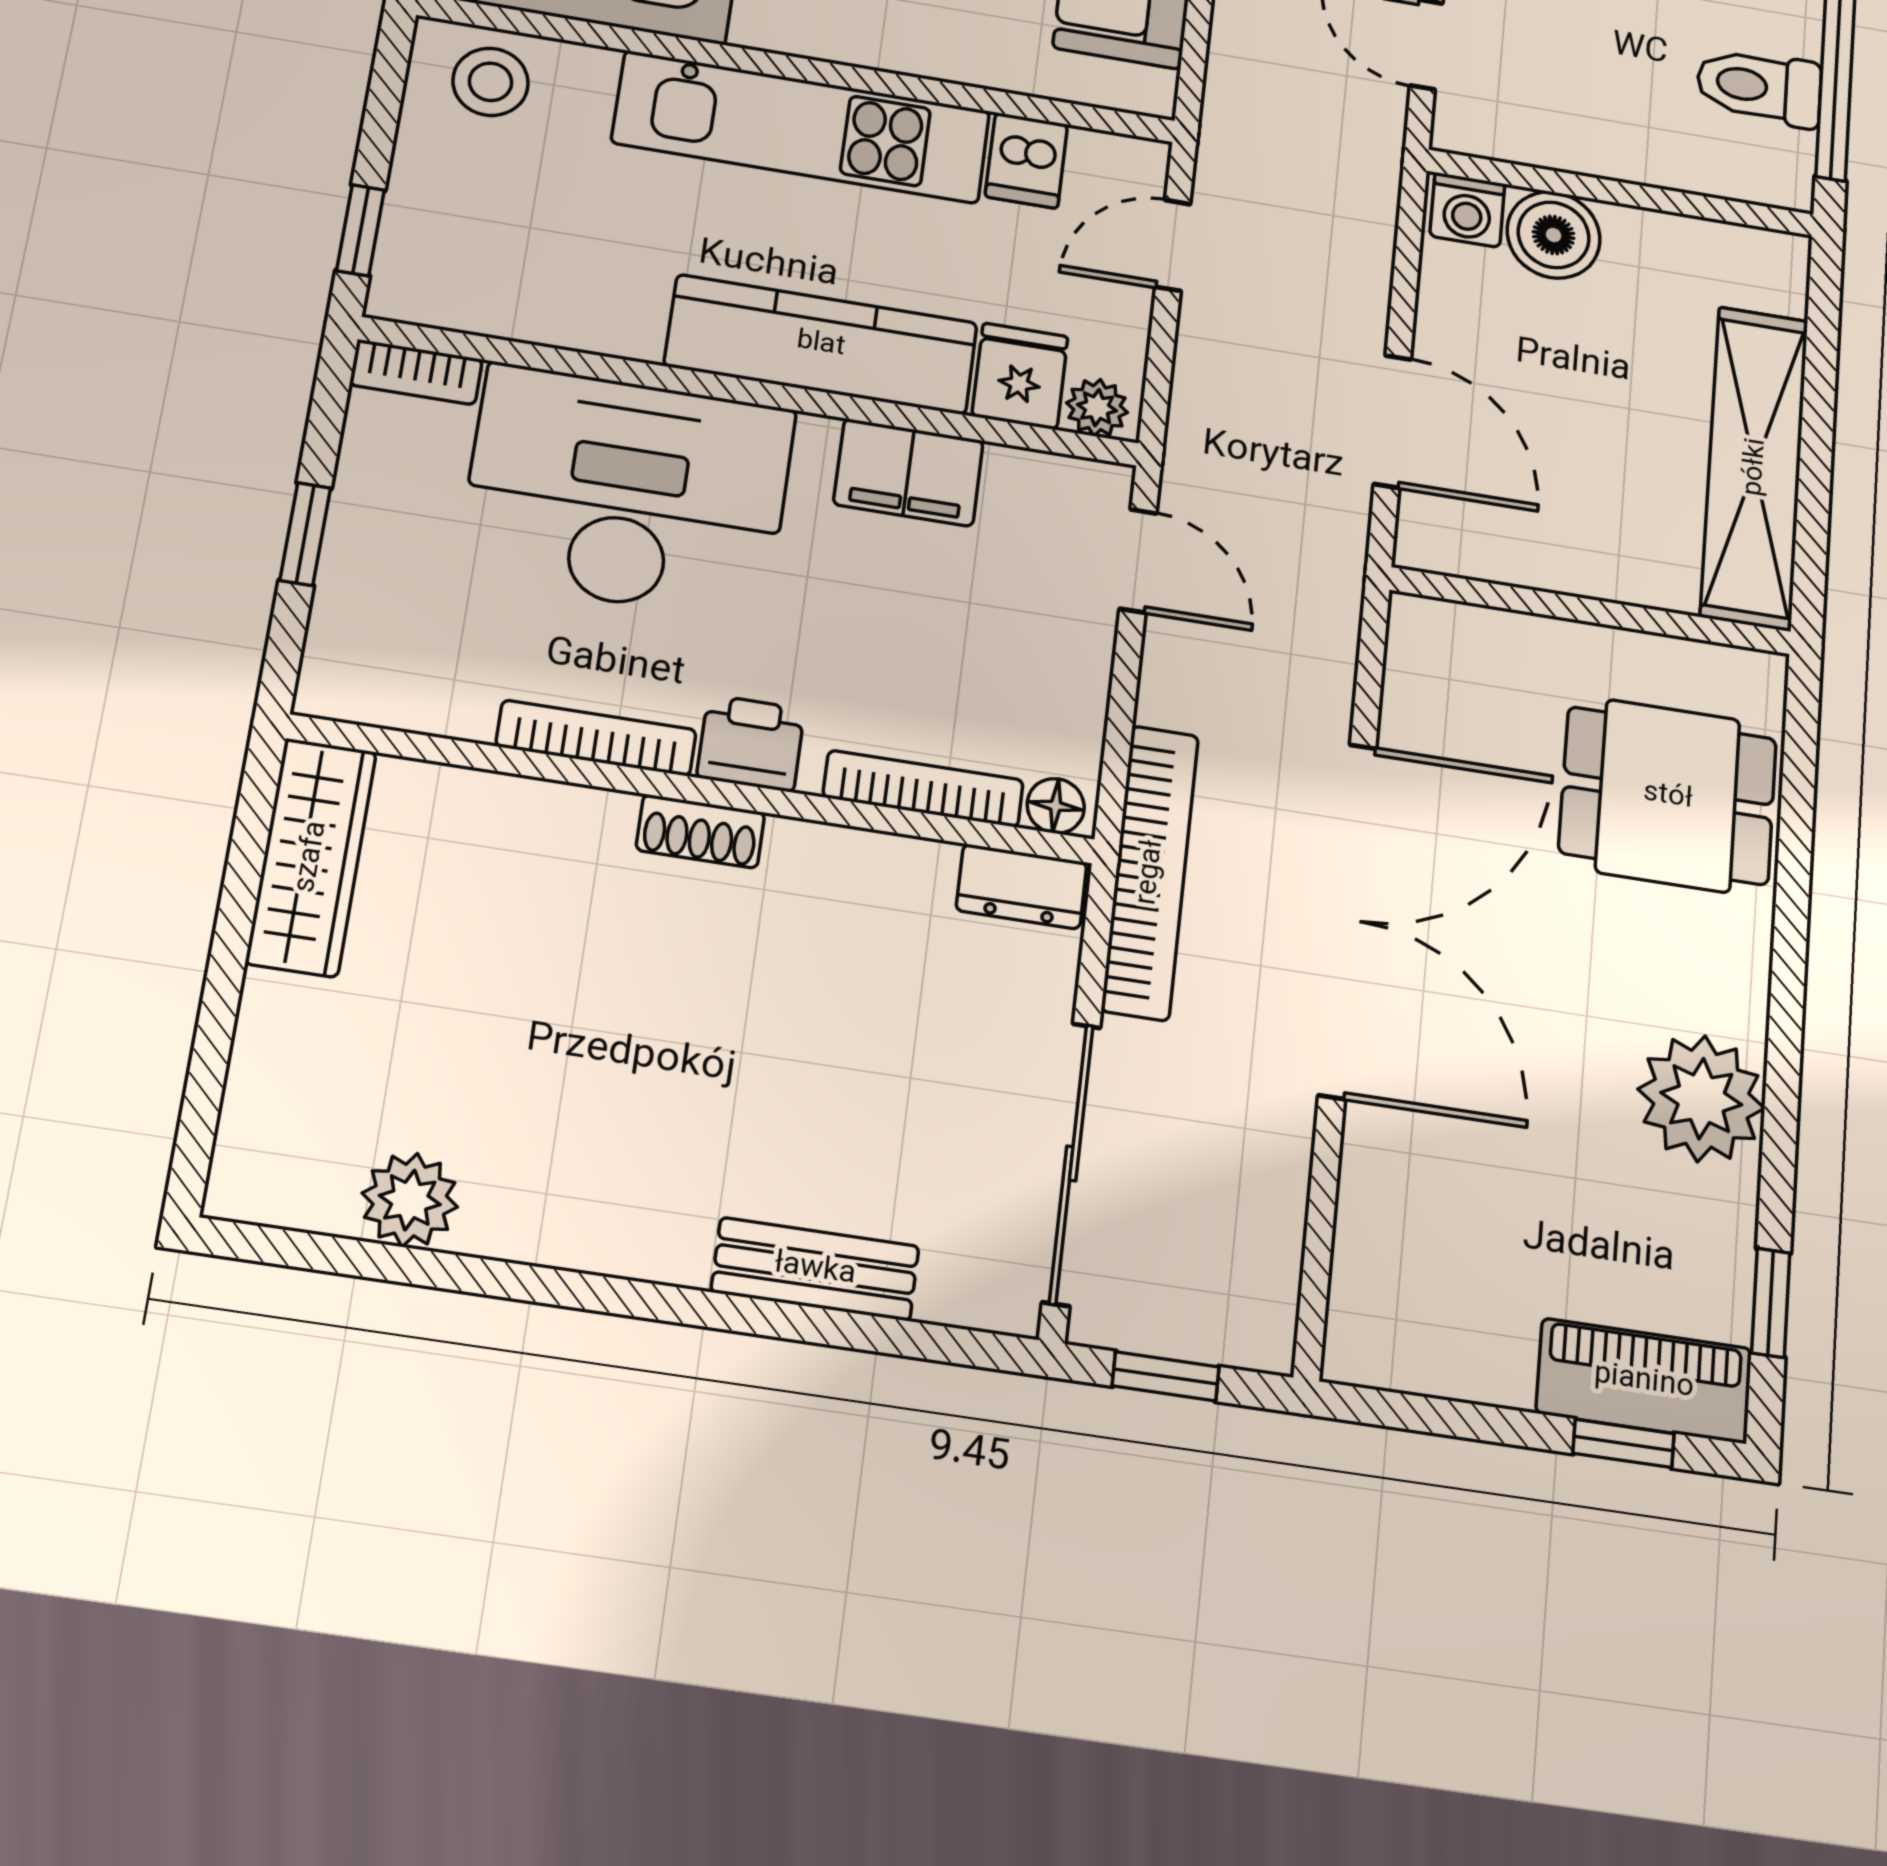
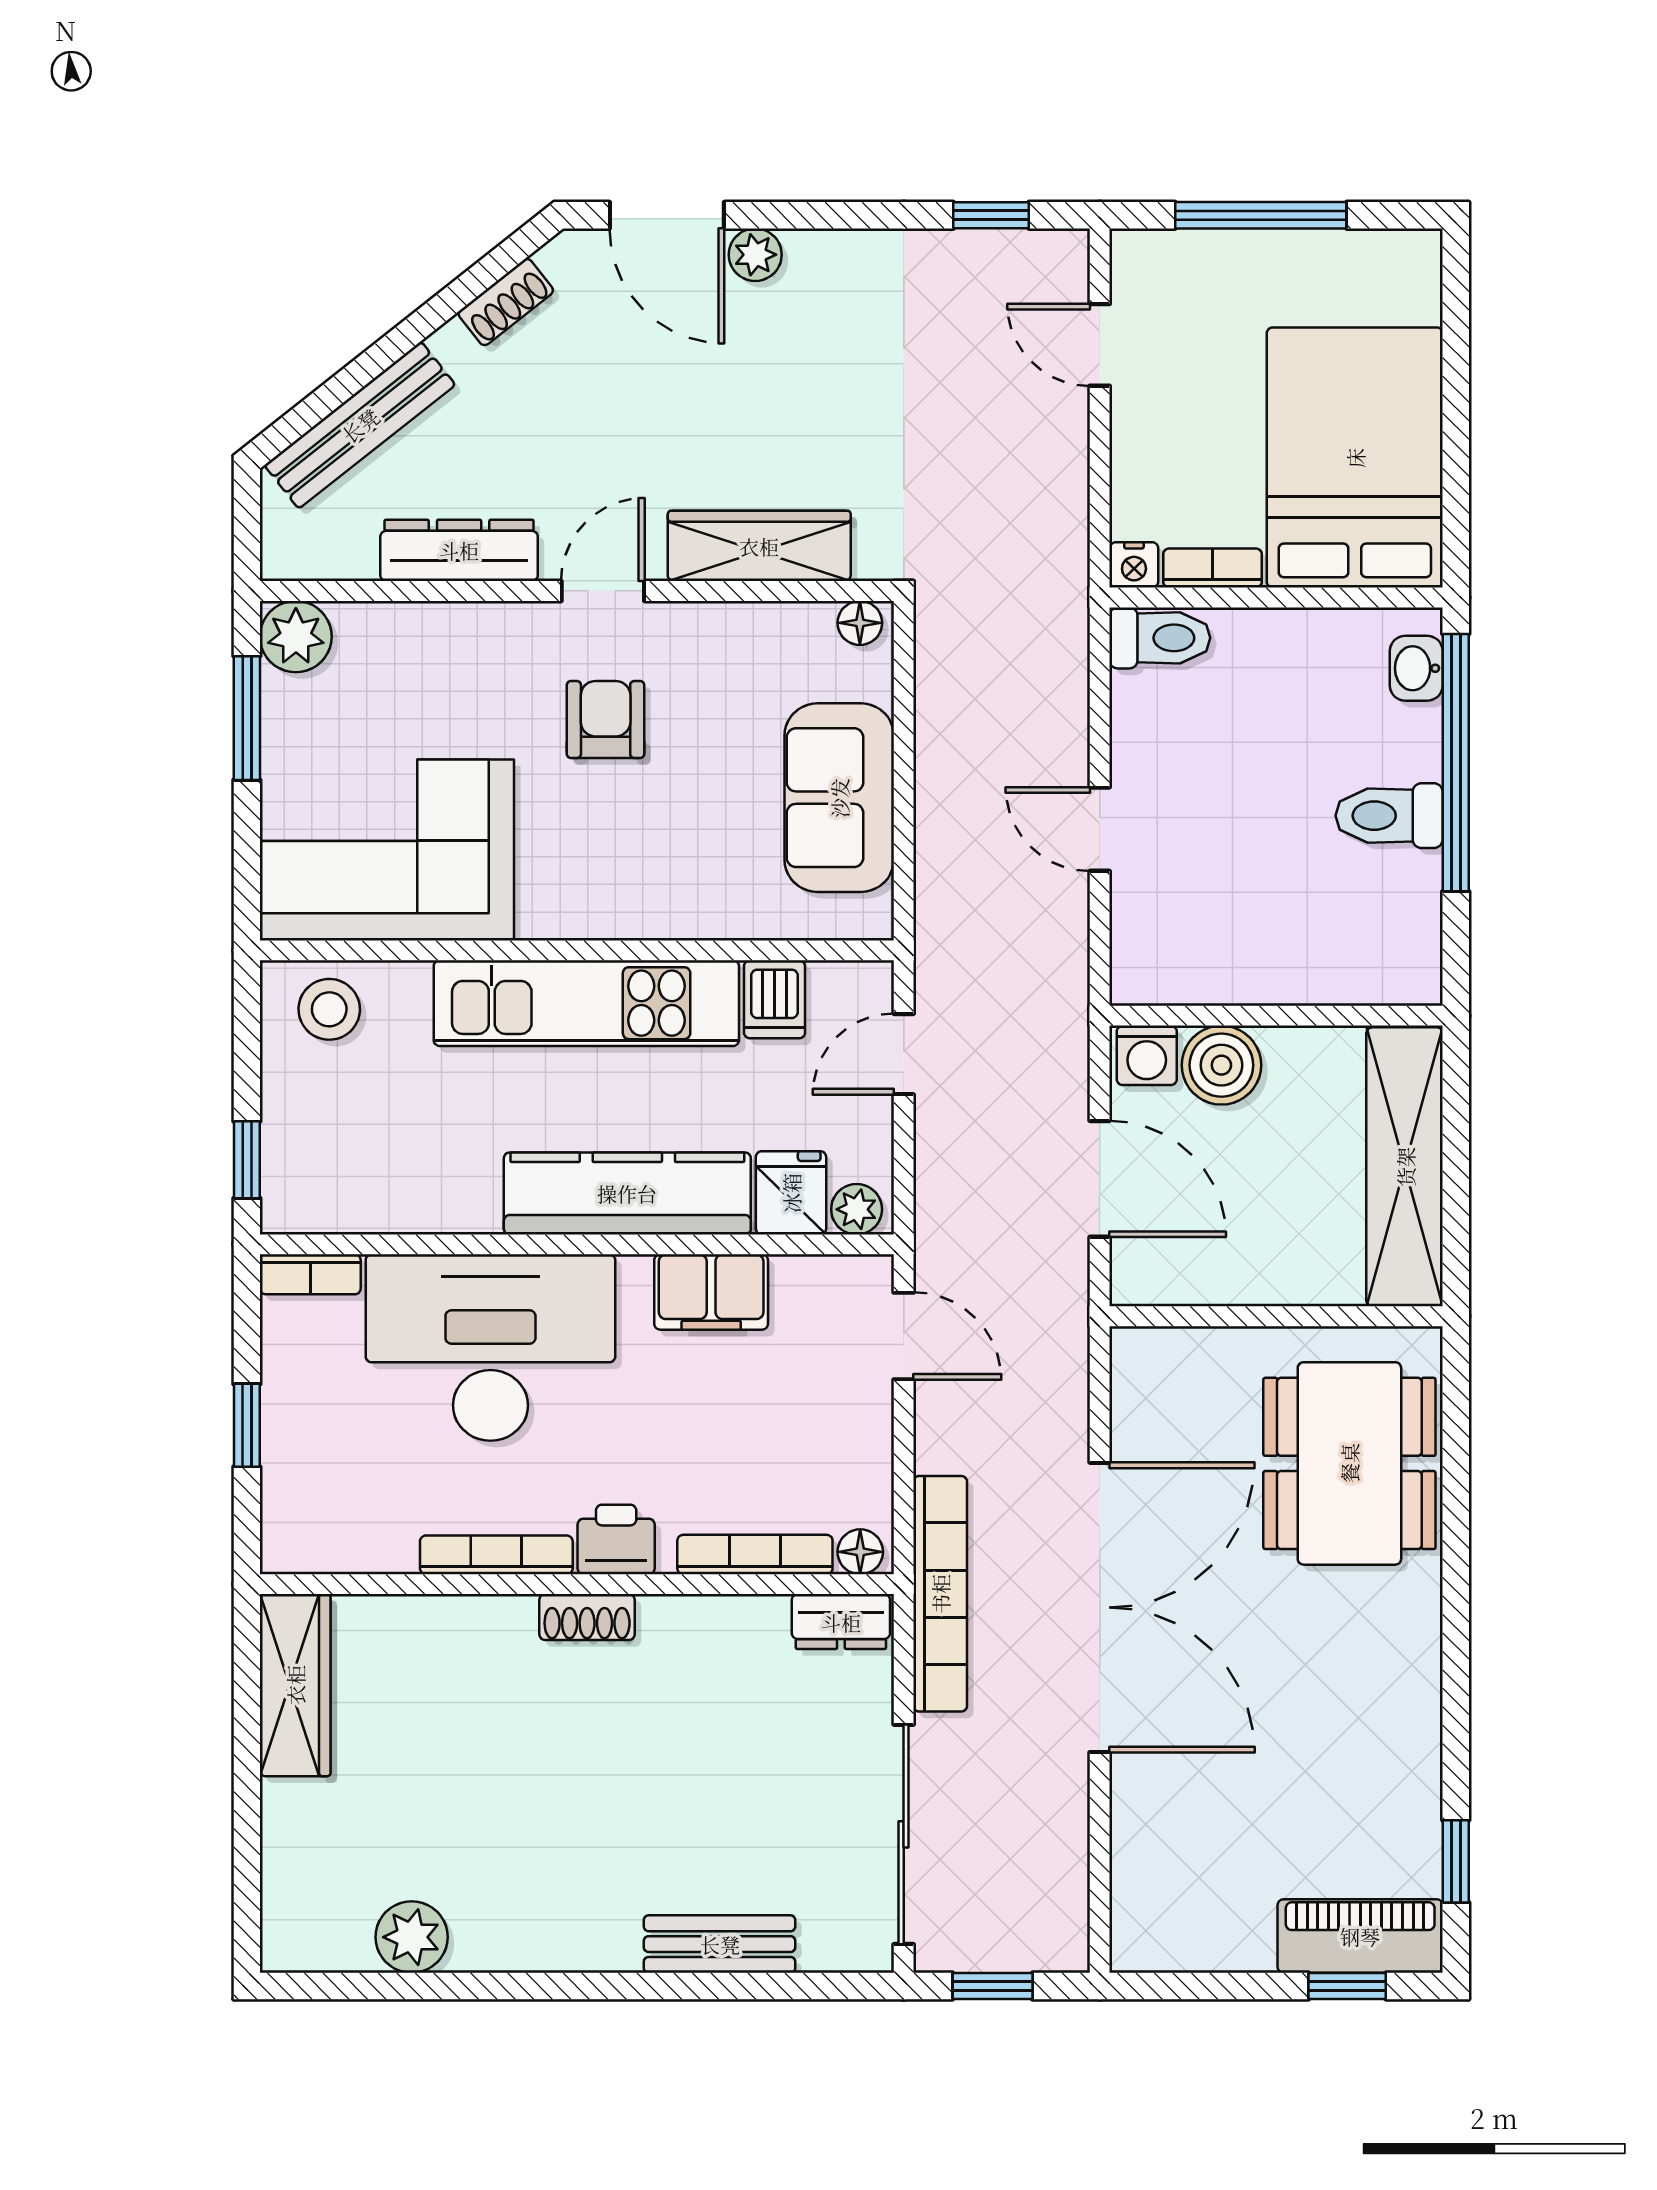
wall: (1621, 193) -> (1276, 1016), moved
washing machine: (1467, 210) -> (1147, 1055), moved
boiler: (1554, 235) -> (1221, 1065), moved
dining table: (1668, 796) -> (1349, 1463), width x1.38
plant: (1701, 1099) -> (1391, 1708), removed

